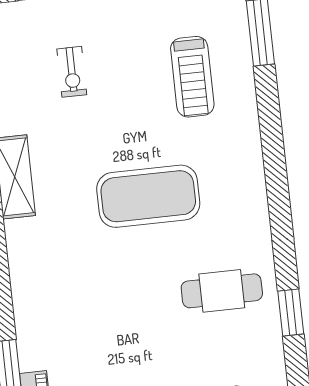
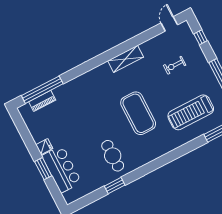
treadmill: (192, 77) -> (191, 112), width x1.37, depth x1.38

